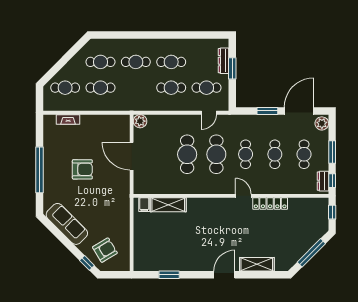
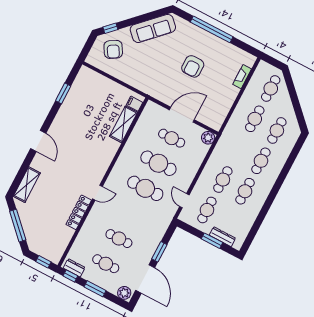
cafe table: (246, 154) -> (172, 138), moved
shelving: (257, 264) -> (27, 185), moved

